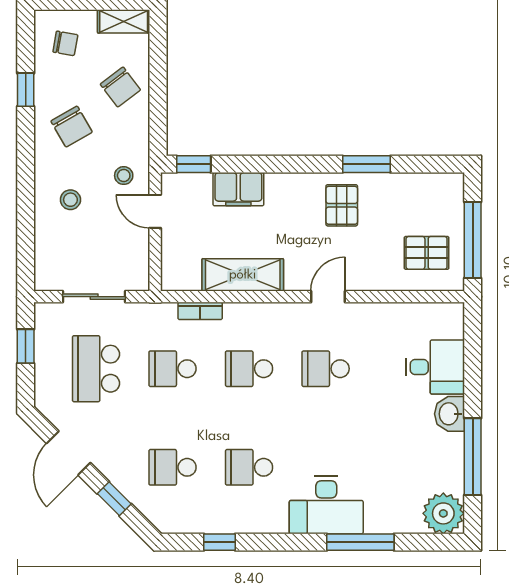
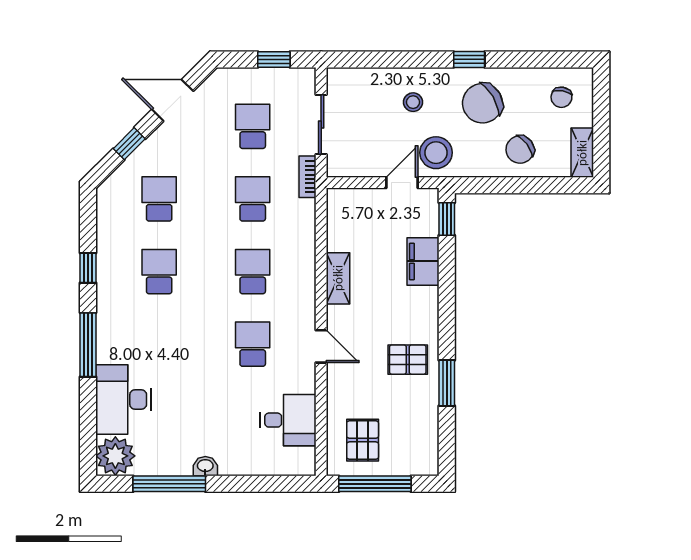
window: (26, 90) -> (469, 59), moved
chair: (72, 127) -> (482, 103), width x1.37, depth x1.37
stool: (124, 176) -> (436, 153), width x1.89, depth x1.89
shelving: (243, 275) -> (338, 278), width x0.67, depth x0.75
bookcase: (200, 311) -> (308, 177), moved
desk: (435, 367) -> (288, 420), moved, turned -90
school desk: (96, 369) -> (253, 126), width x0.54
washbasin: (449, 414) -> (205, 466), width x0.72, depth x0.69
desk: (326, 505) -> (123, 400), moved
window: (220, 542) -> (88, 268), moved
window: (360, 542) -> (88, 345), moved

